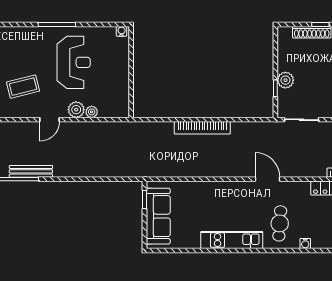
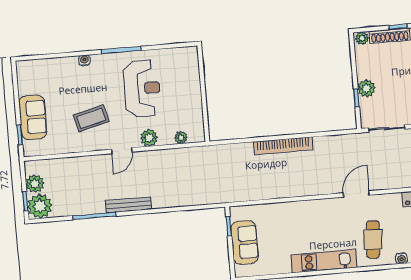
water cooler: (122, 31) -> (84, 60), moved
plant: (285, 32) -> (362, 38), added
plant: (92, 112) -> (181, 138), moved
bench: (31, 171) -> (129, 205), moved
door: (268, 179) -> (356, 194), hinge flipped
sofa: (158, 216) -> (245, 242), width x0.73

